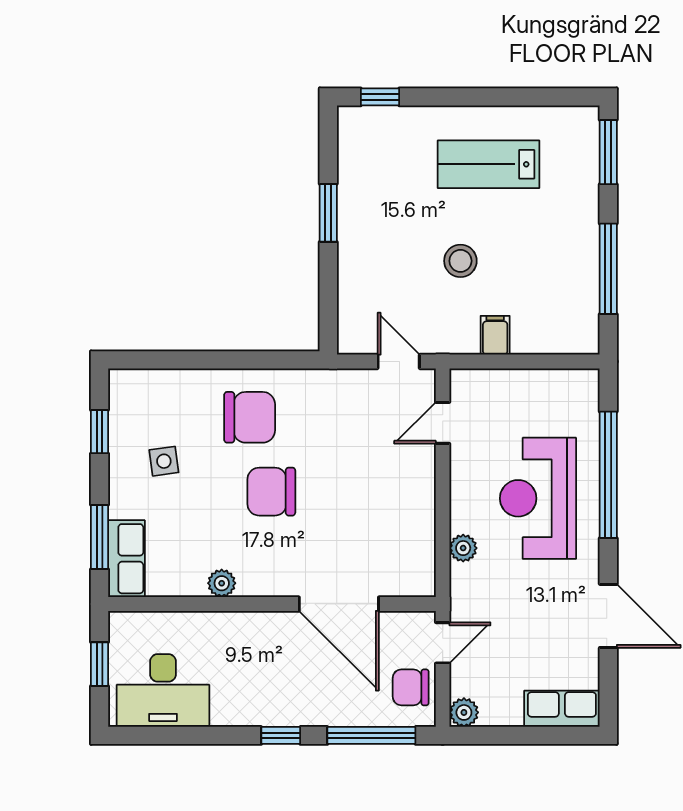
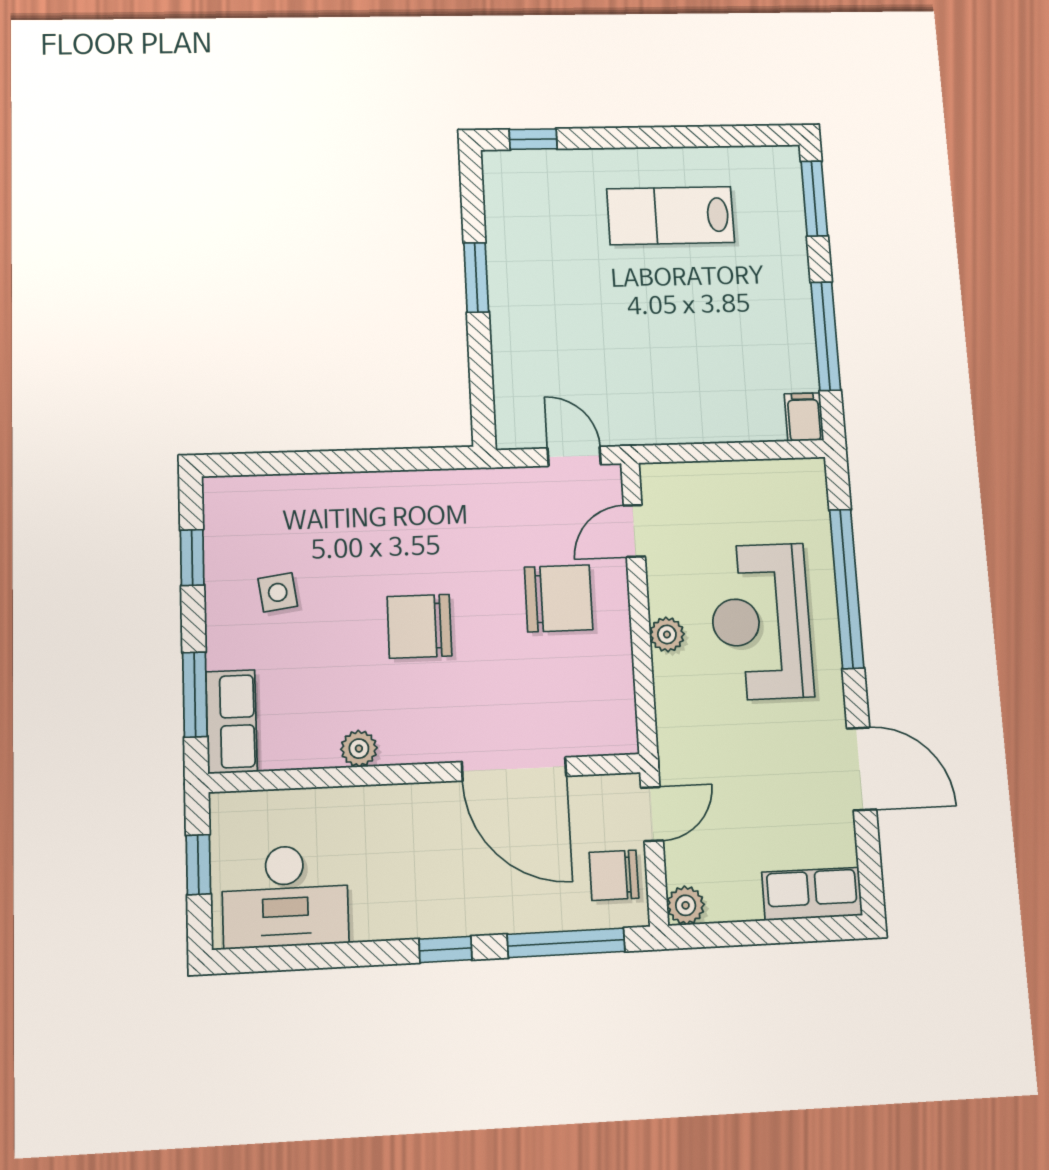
stool: (460, 261) -> (644, 331), removed
filing cabinet: (495, 335) -> (804, 417), moved
chair: (250, 417) -> (559, 598), moved
plant: (463, 548) -> (667, 634), moved

